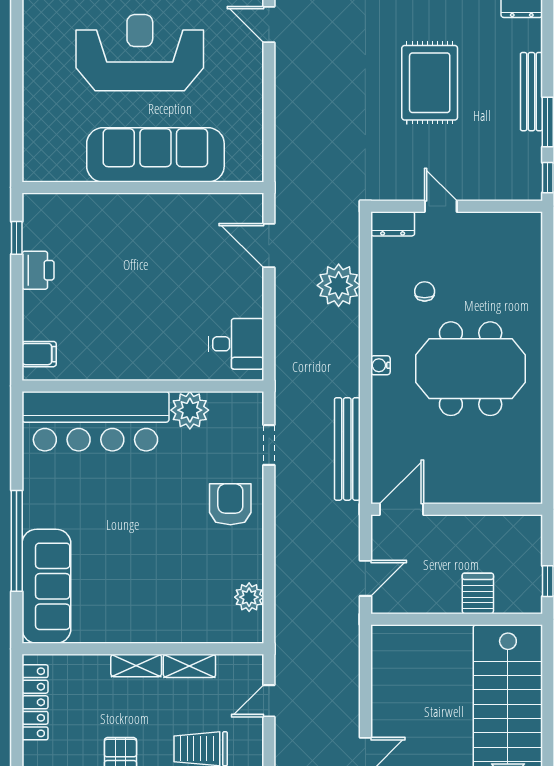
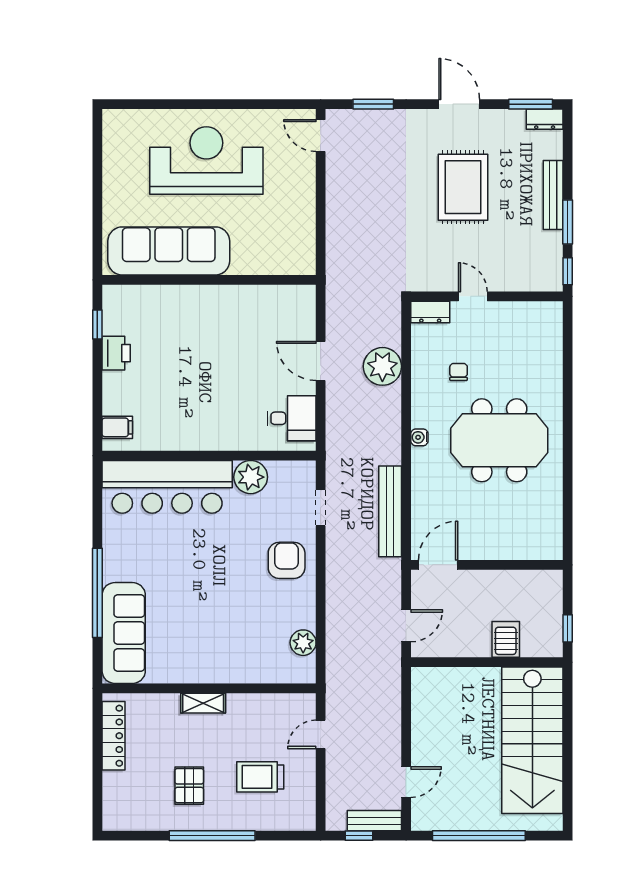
sofa: (155, 155) -> (169, 251), moved
door: (269, 246) -> (321, 361), moved
shelving: (189, 666) -> (250, 703), removed

